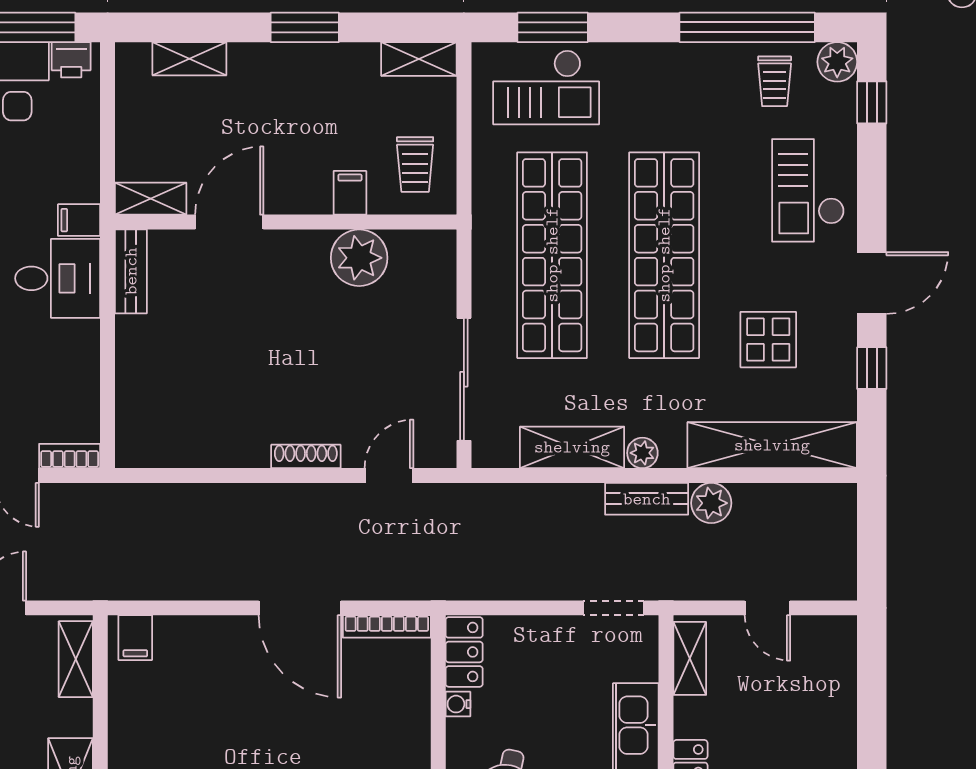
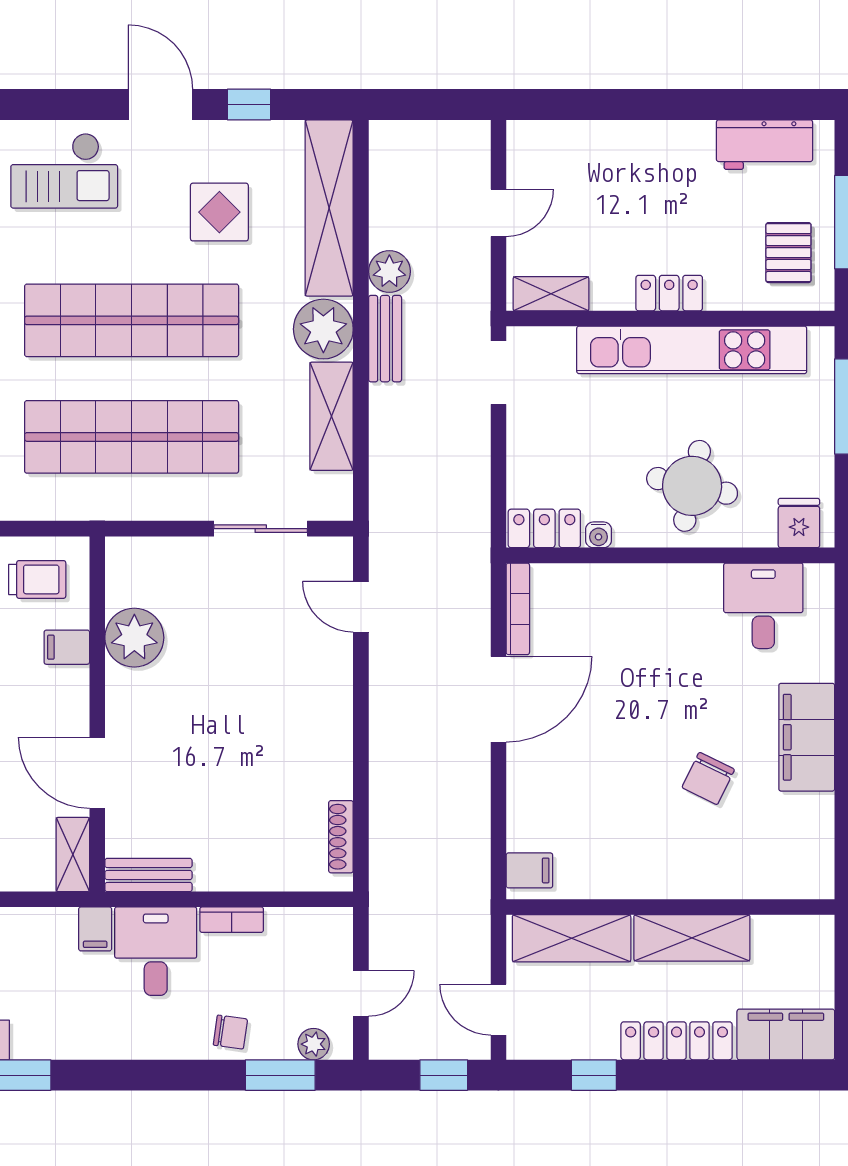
sliding door: (464, 379) -> (261, 529), width x0.73
plant: (642, 453) -> (323, 329), width x1.87, depth x1.87
bookcase: (70, 456) -> (232, 920), moved, turned -90
shoe rack: (306, 456) -> (341, 837), moved
shelving: (76, 659) -> (572, 938), width x1.50, depth x1.33

